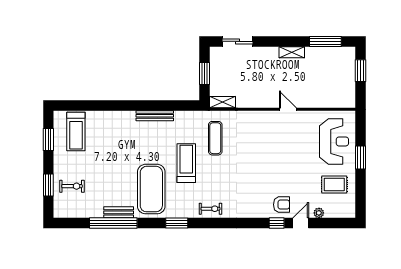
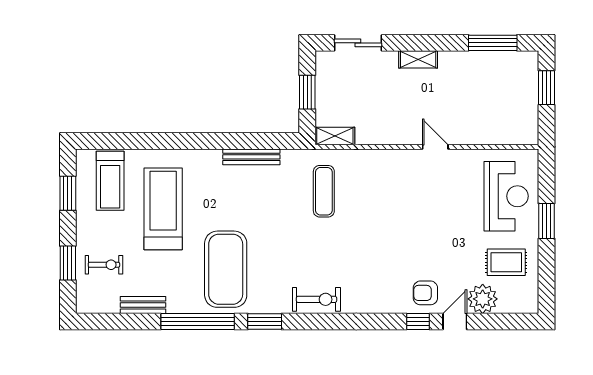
shelving: (292, 52) -> (418, 59), moved
bench: (155, 116) -> (251, 157), moved
treadmill: (186, 163) -> (163, 209), moved, width x1.37, depth x1.38
armchair: (281, 205) -> (425, 293), turned 180
exercise bike: (210, 209) -> (317, 299), width x1.38, depth x1.39
bench: (119, 212) -> (143, 305), moved
plant: (319, 213) -> (483, 299), width x1.87, depth x1.87
window: (113, 223) -> (198, 321), moved

